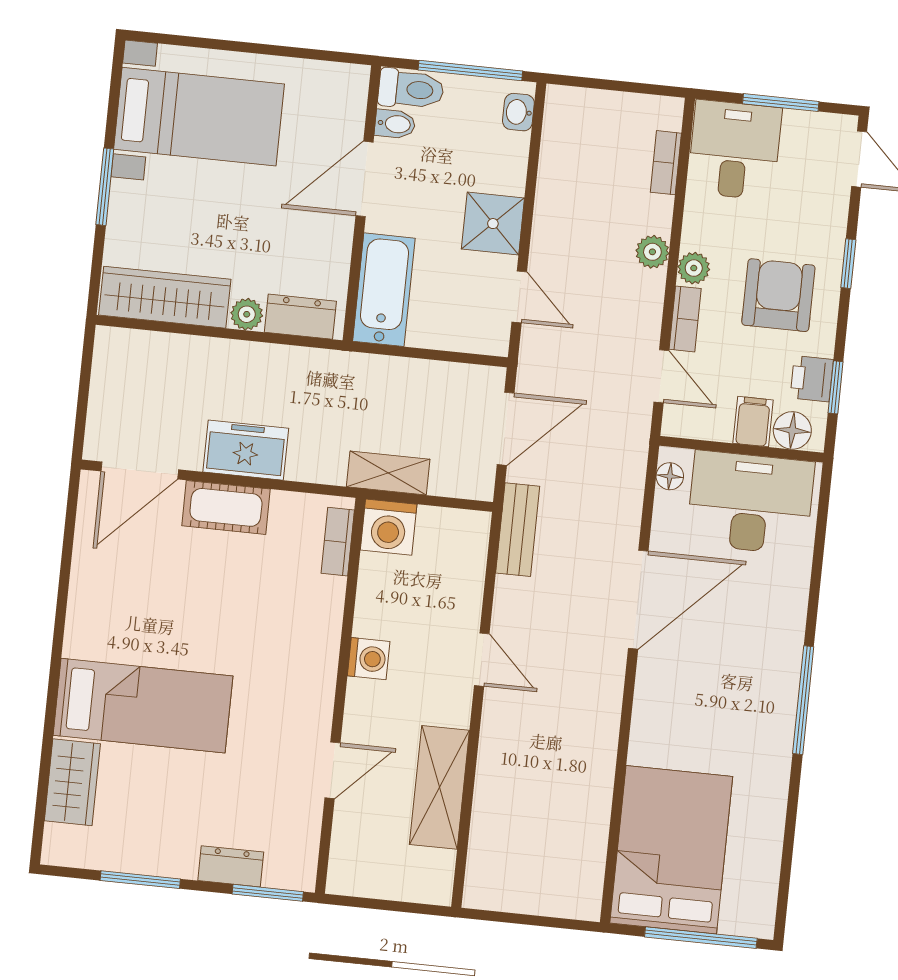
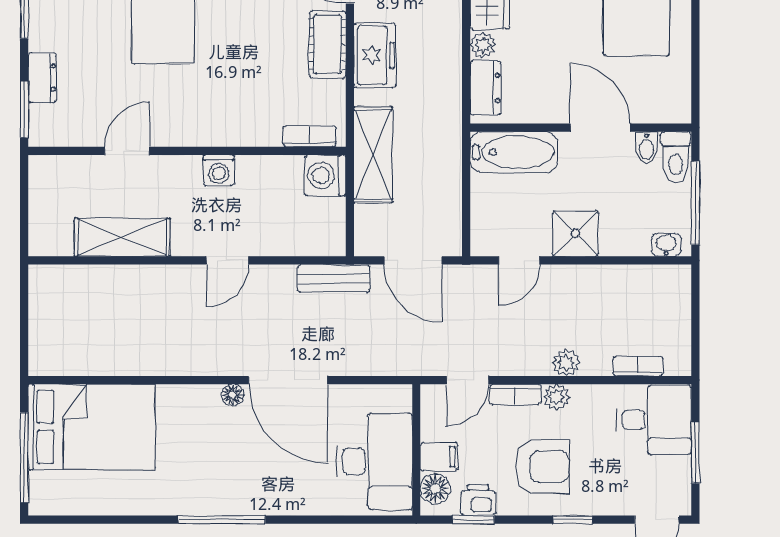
shelving: (388, 473) -> (373, 155), width x1.50, depth x1.33
floor lamp: (670, 476) -> (233, 395), moved
door: (333, 770) -> (127, 151), swing flipped

